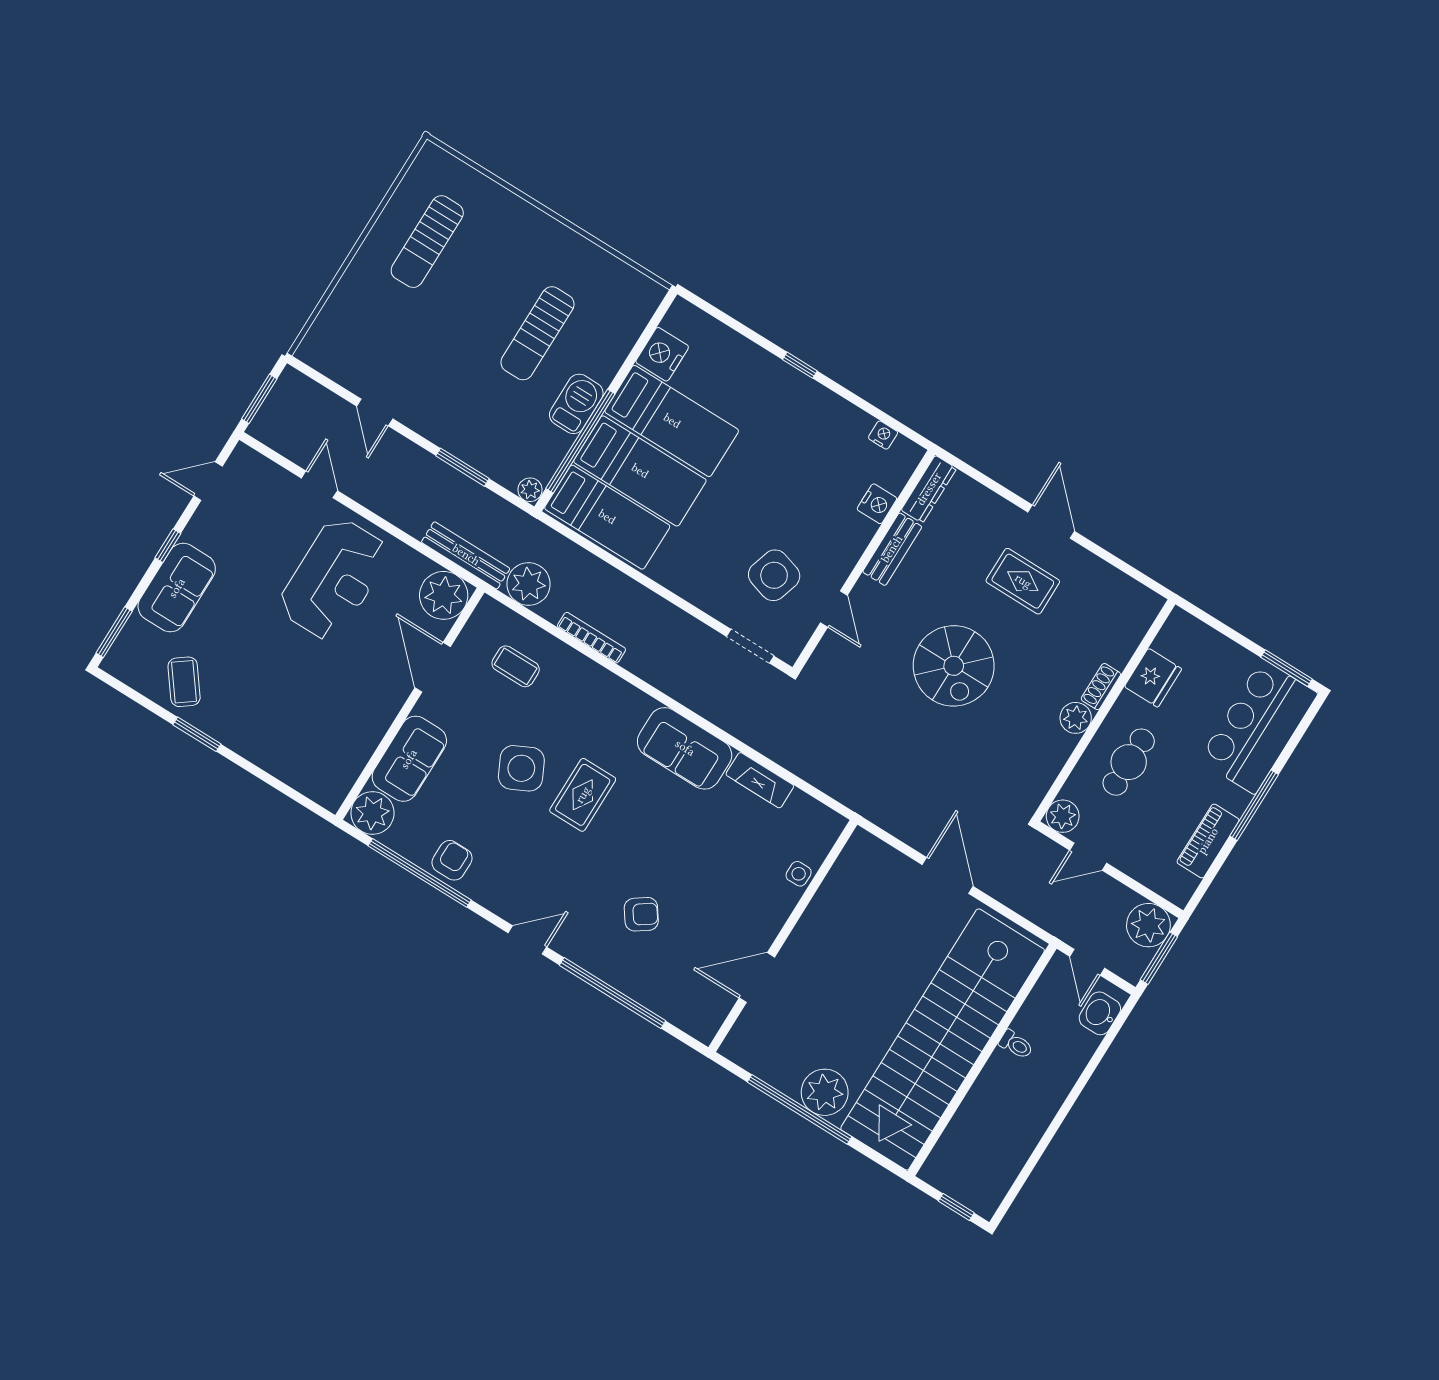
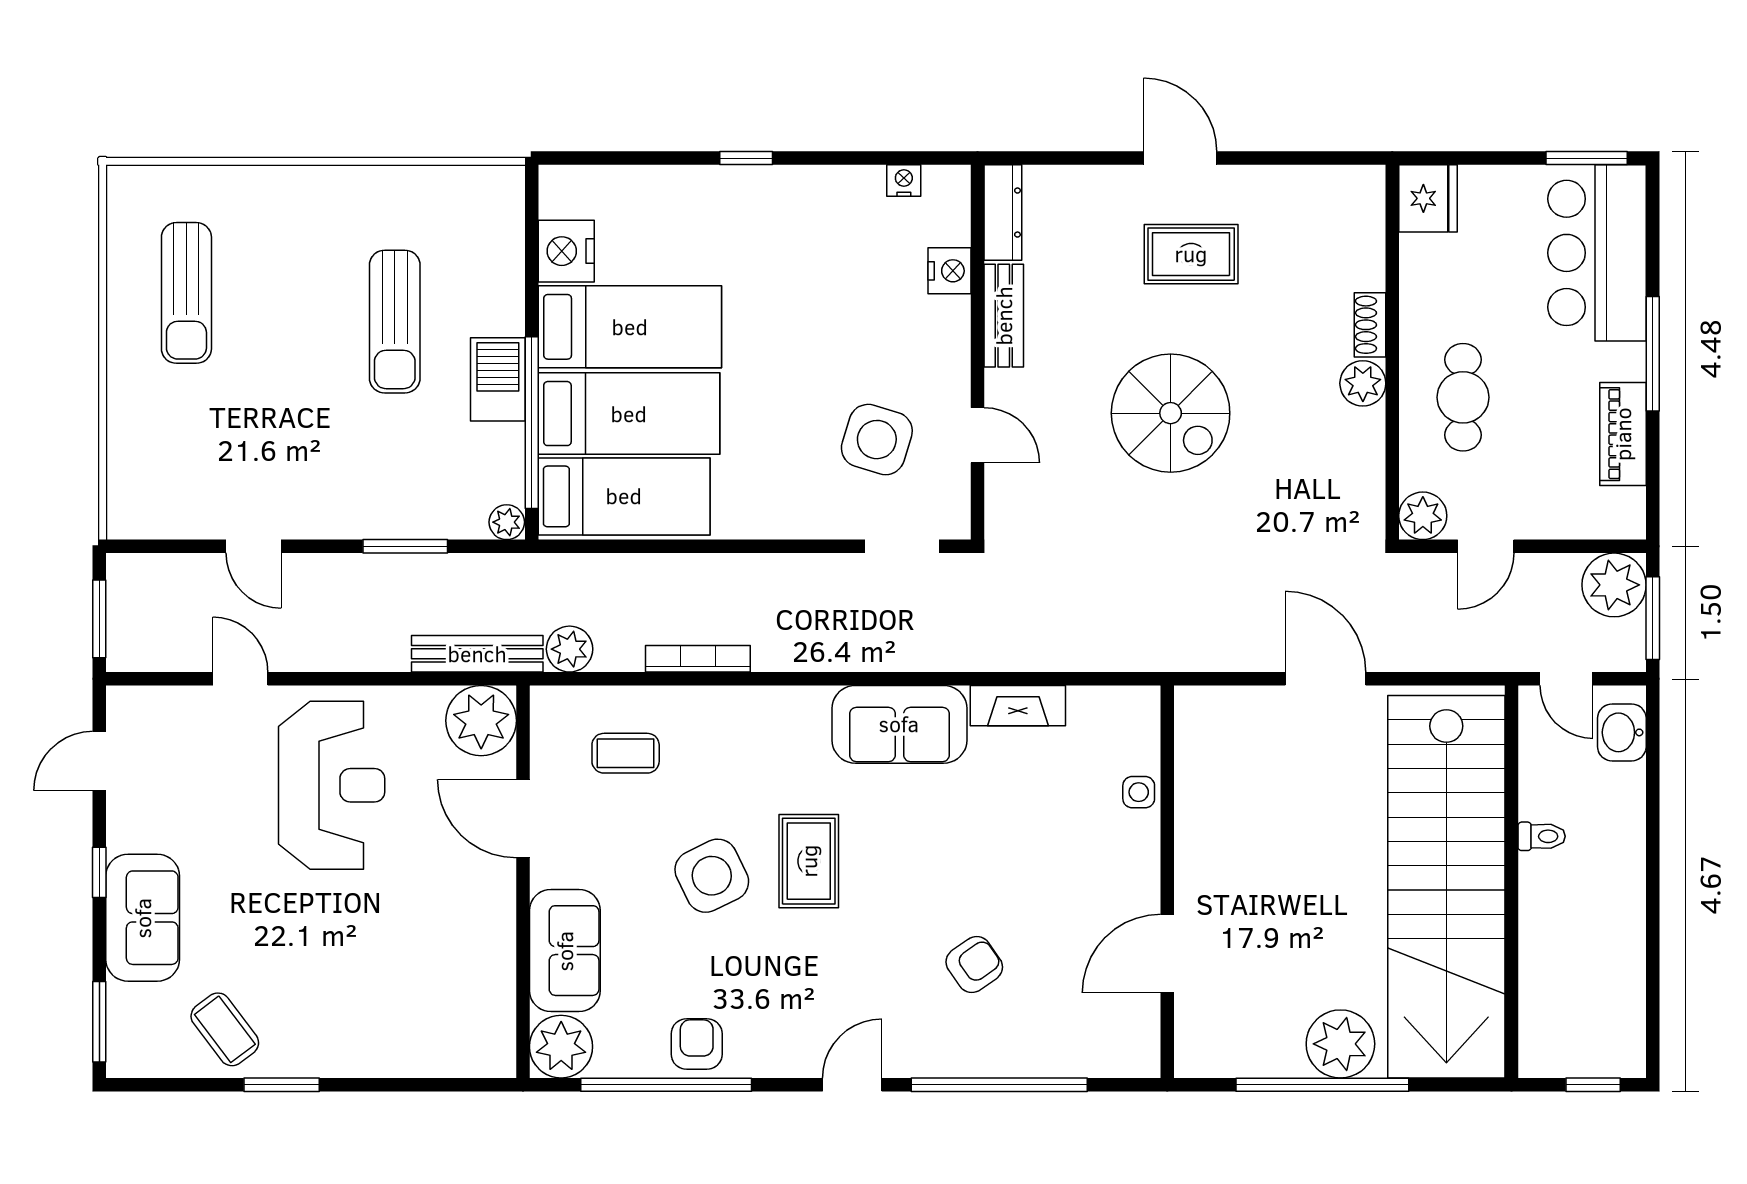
plant: (529, 584) -> (570, 649), width x0.73, depth x0.73
fridge: (1153, 678) -> (1428, 198), moved

